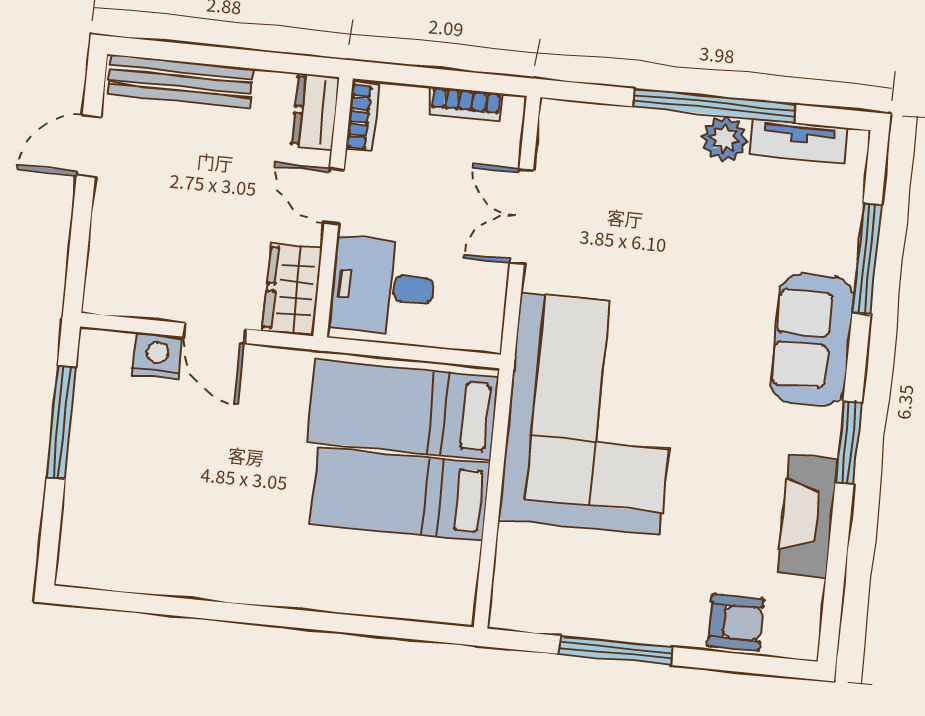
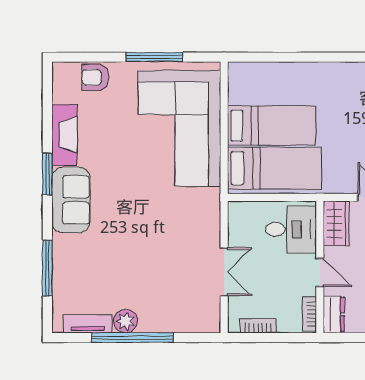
sofa: (812, 340) -> (71, 200), moved
corner sofa: (590, 414) -> (179, 128), moved

